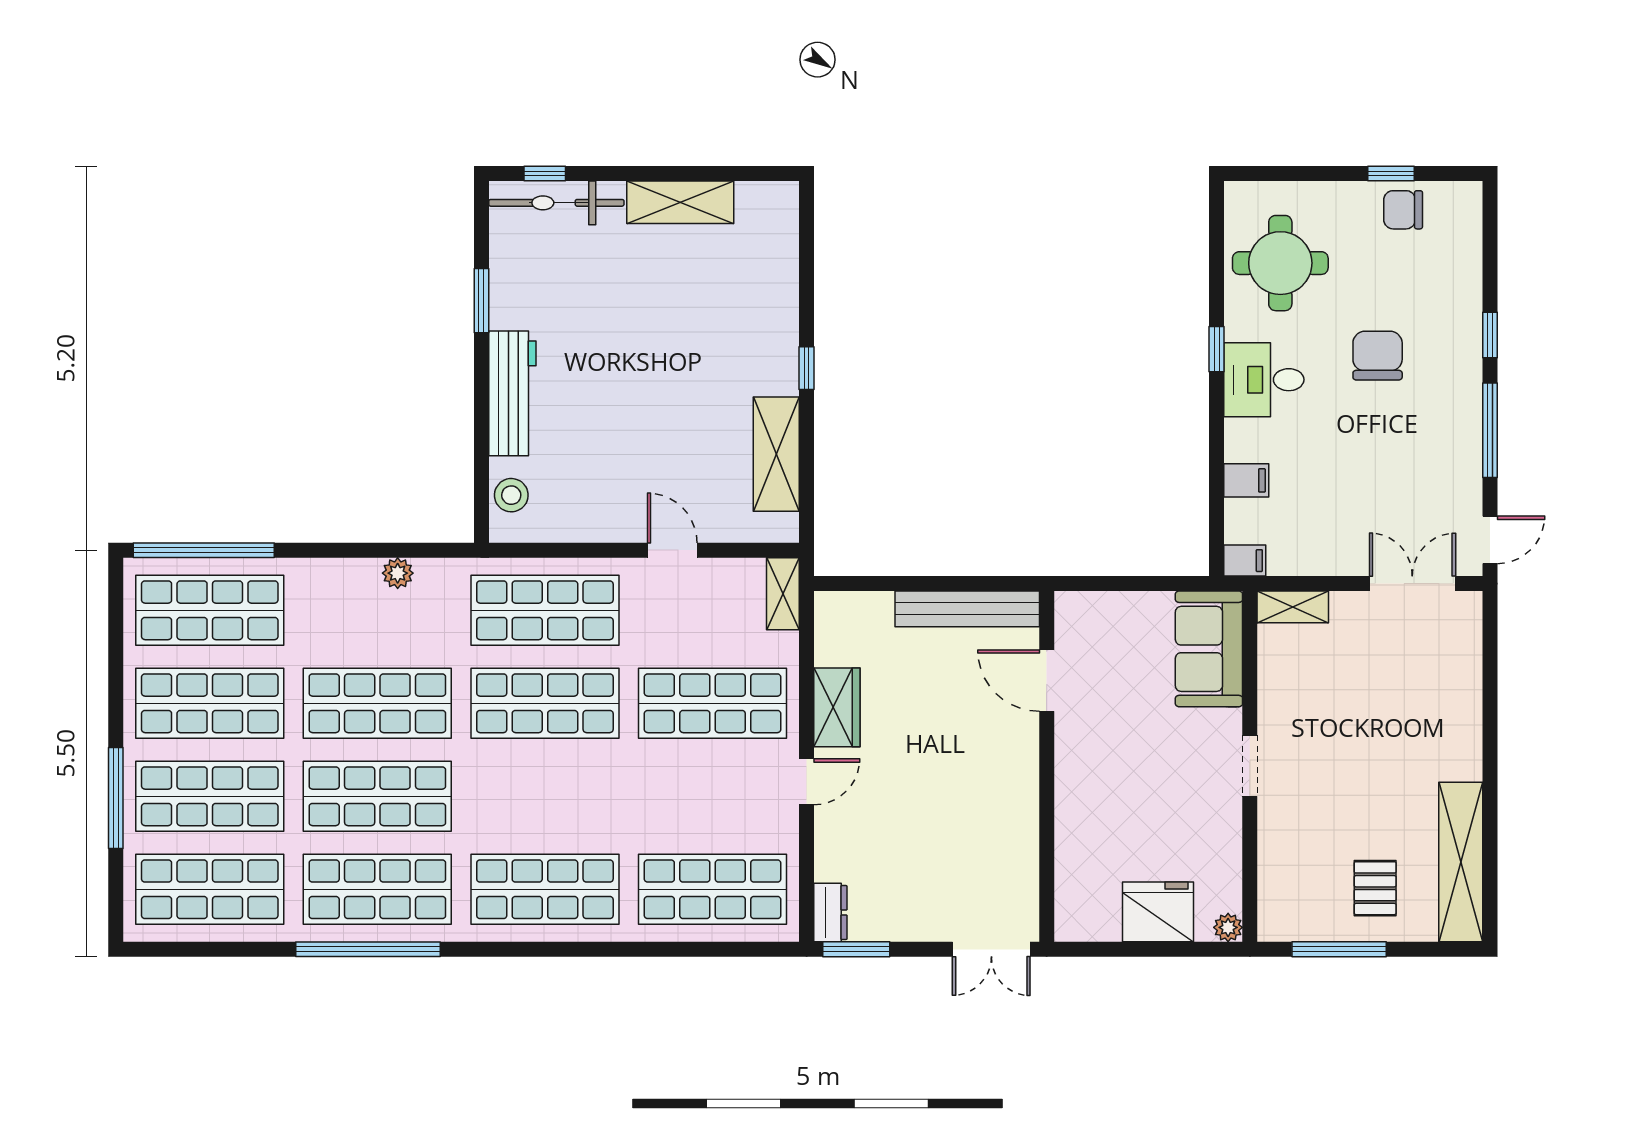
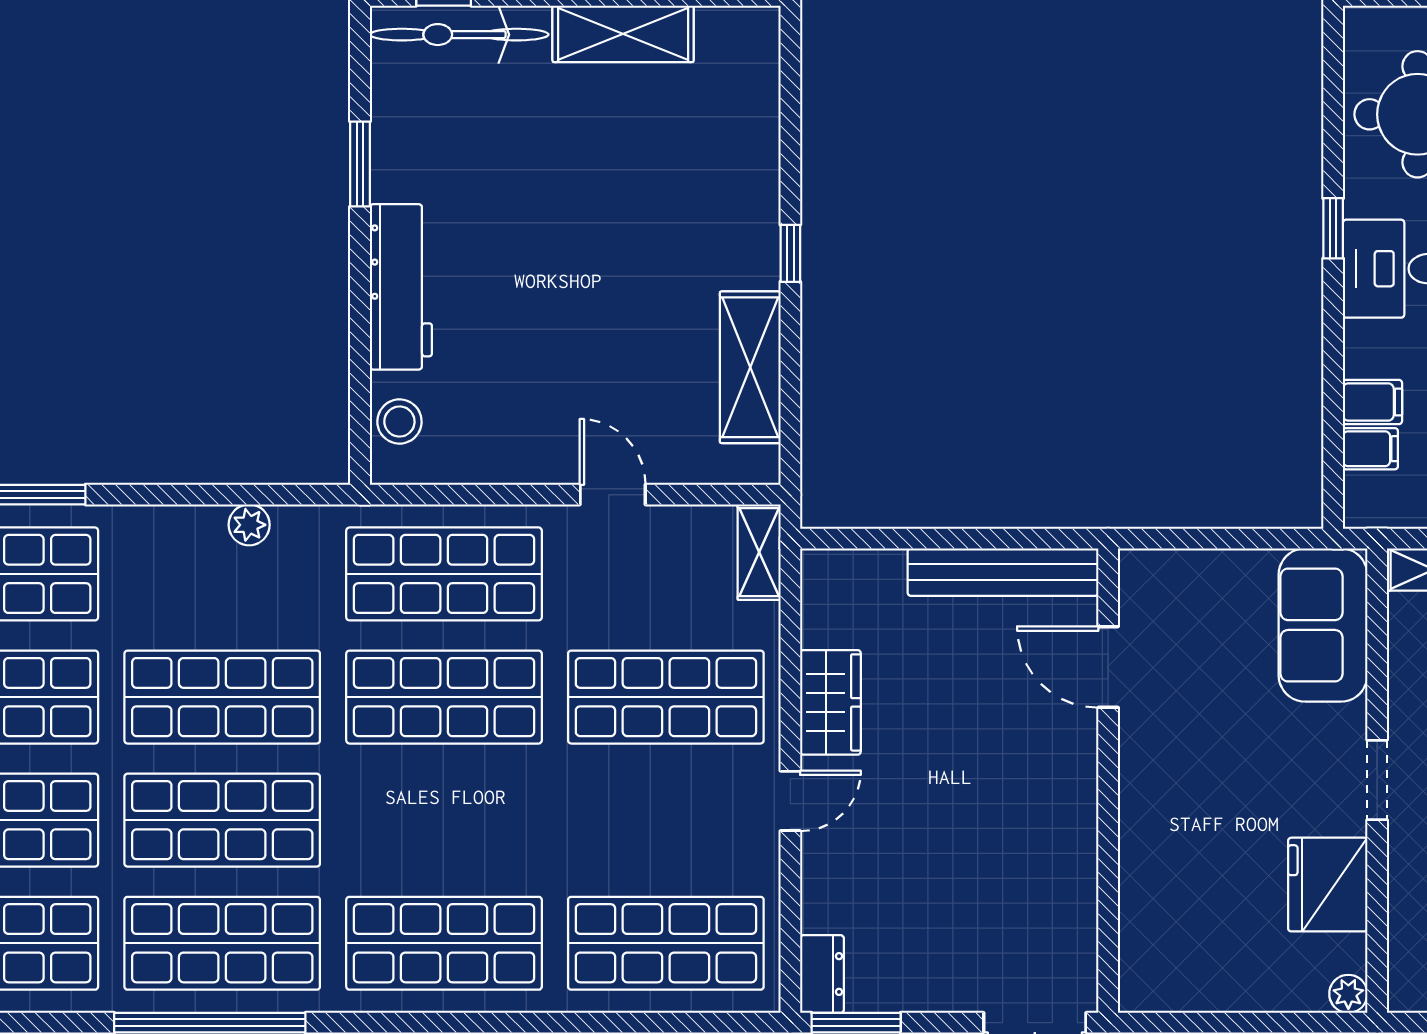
filing cabinet: (1245, 561) -> (1370, 449), moved
fridge: (1158, 912) -> (1328, 885), moved, turned -90

